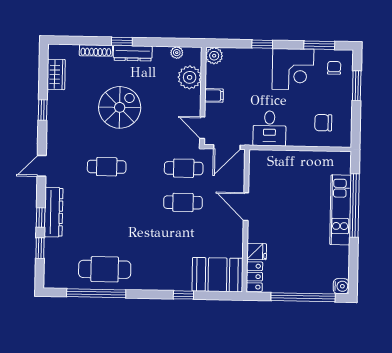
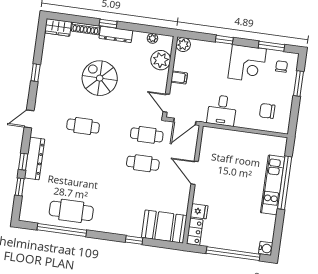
wardrobe: (56, 74) -> (58, 27), moved, turned 90
spiral stairs: (120, 107) -> (100, 78), turned -90

